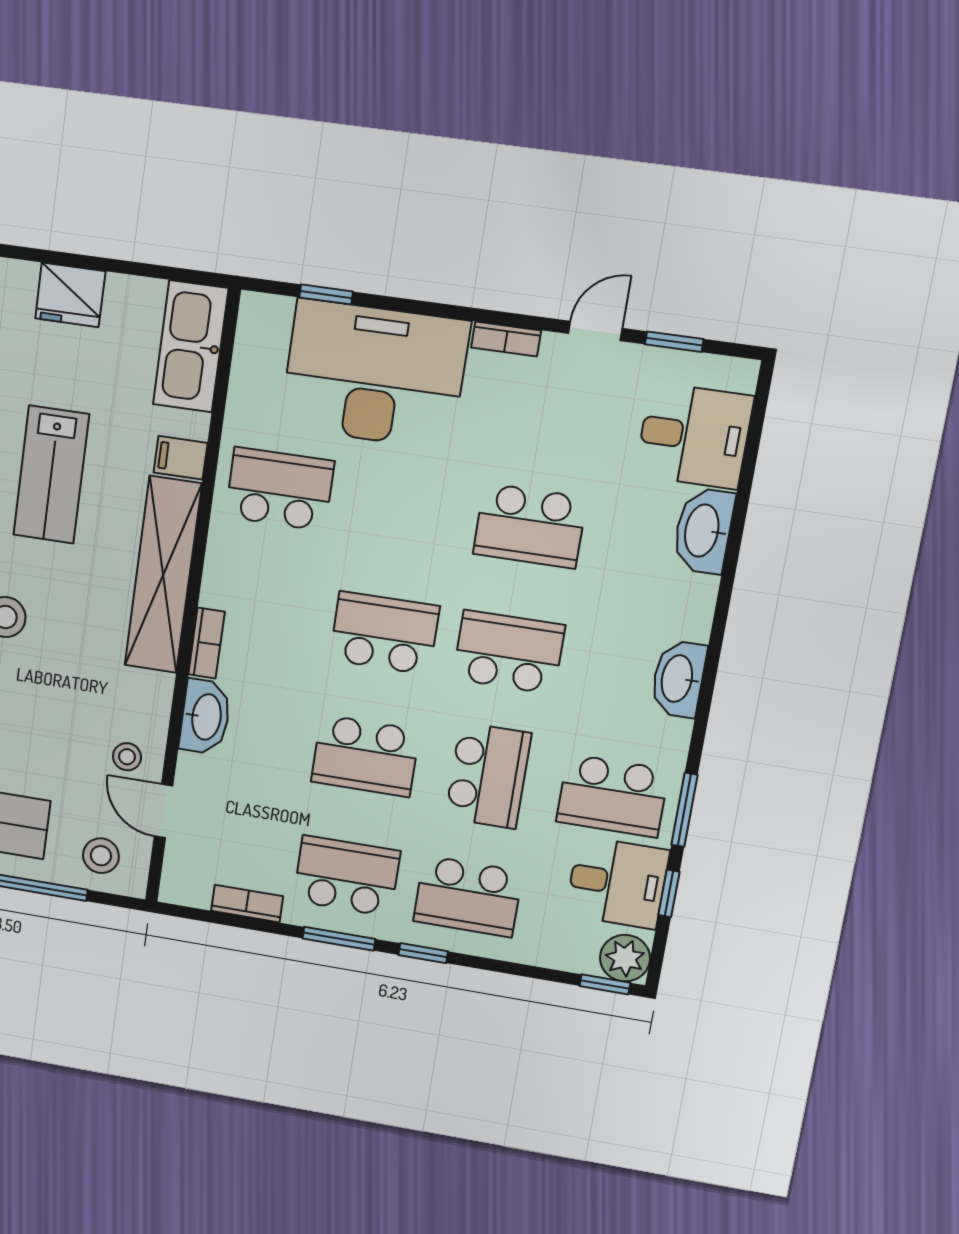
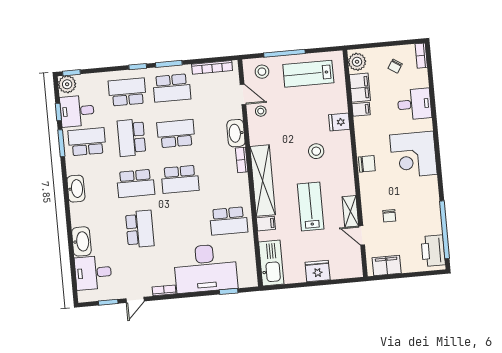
school desk: (530, 526) -> (140, 229), turned 90
bookcase: (247, 904) -> (212, 67), width x1.56

